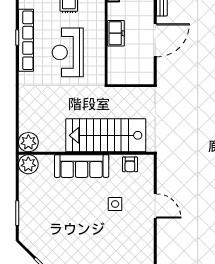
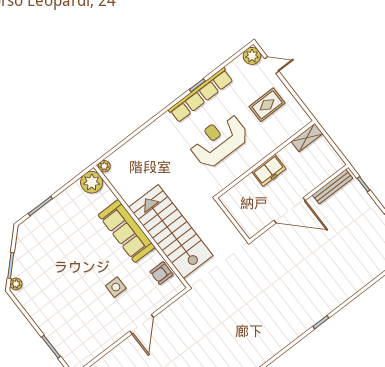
plant: (28, 142) -> (104, 166), width x0.53, depth x0.53

